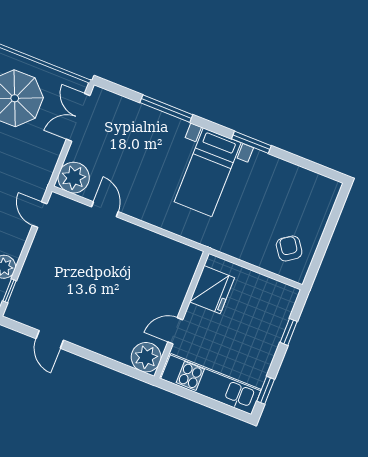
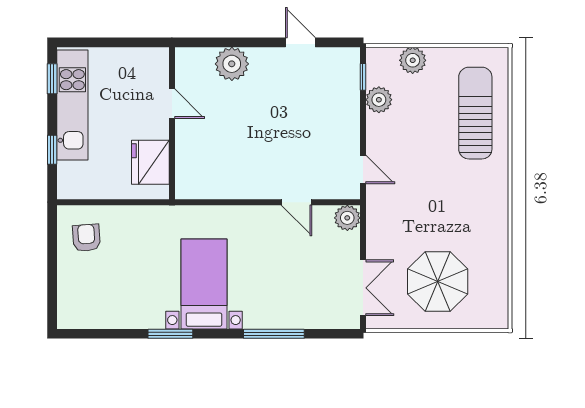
plant: (74, 178) -> (347, 218), width x0.73, depth x0.73
armchair: (289, 248) -> (86, 238), turned -149
door: (175, 331) -> (172, 104), hinge flipped
plant: (146, 357) -> (232, 64), moved
kitchen unit: (211, 384) -> (72, 105), moved, turned -90

